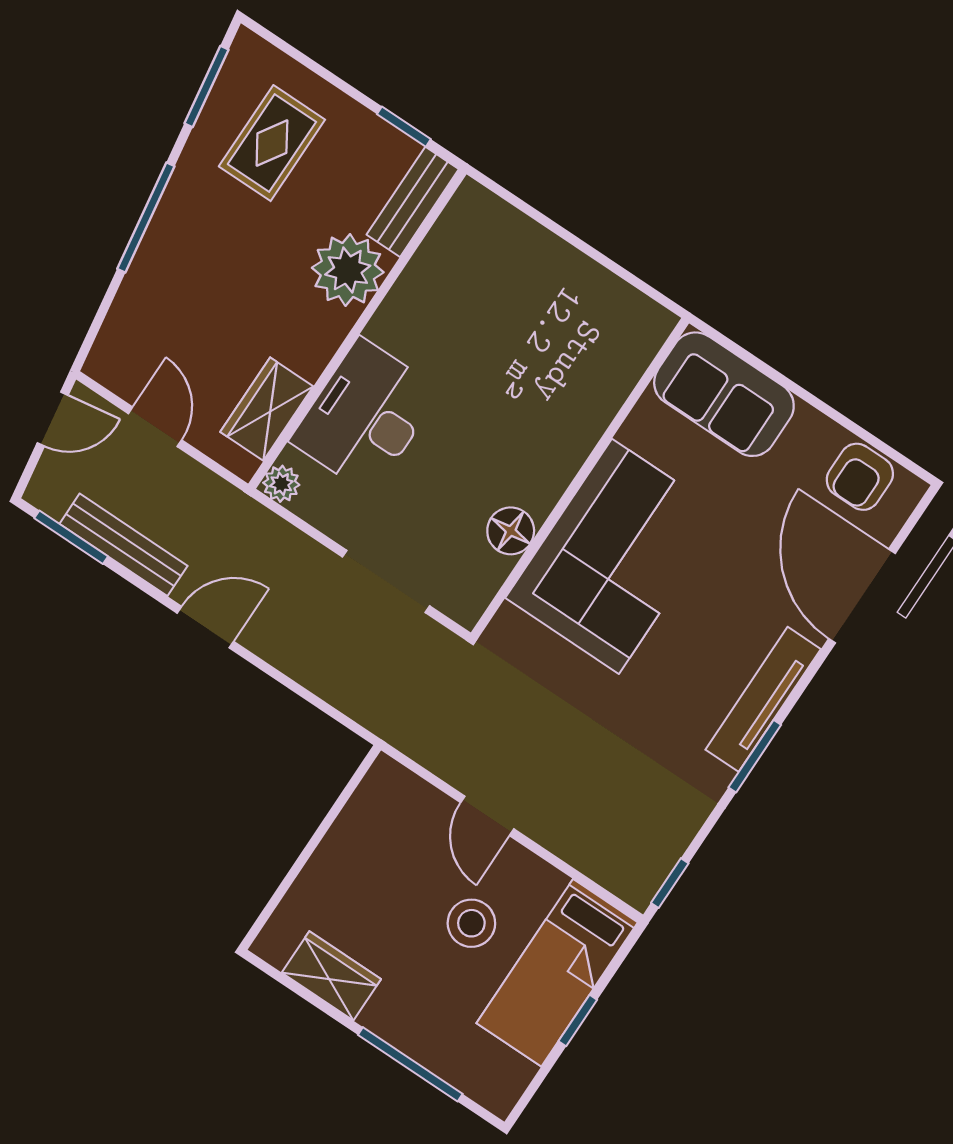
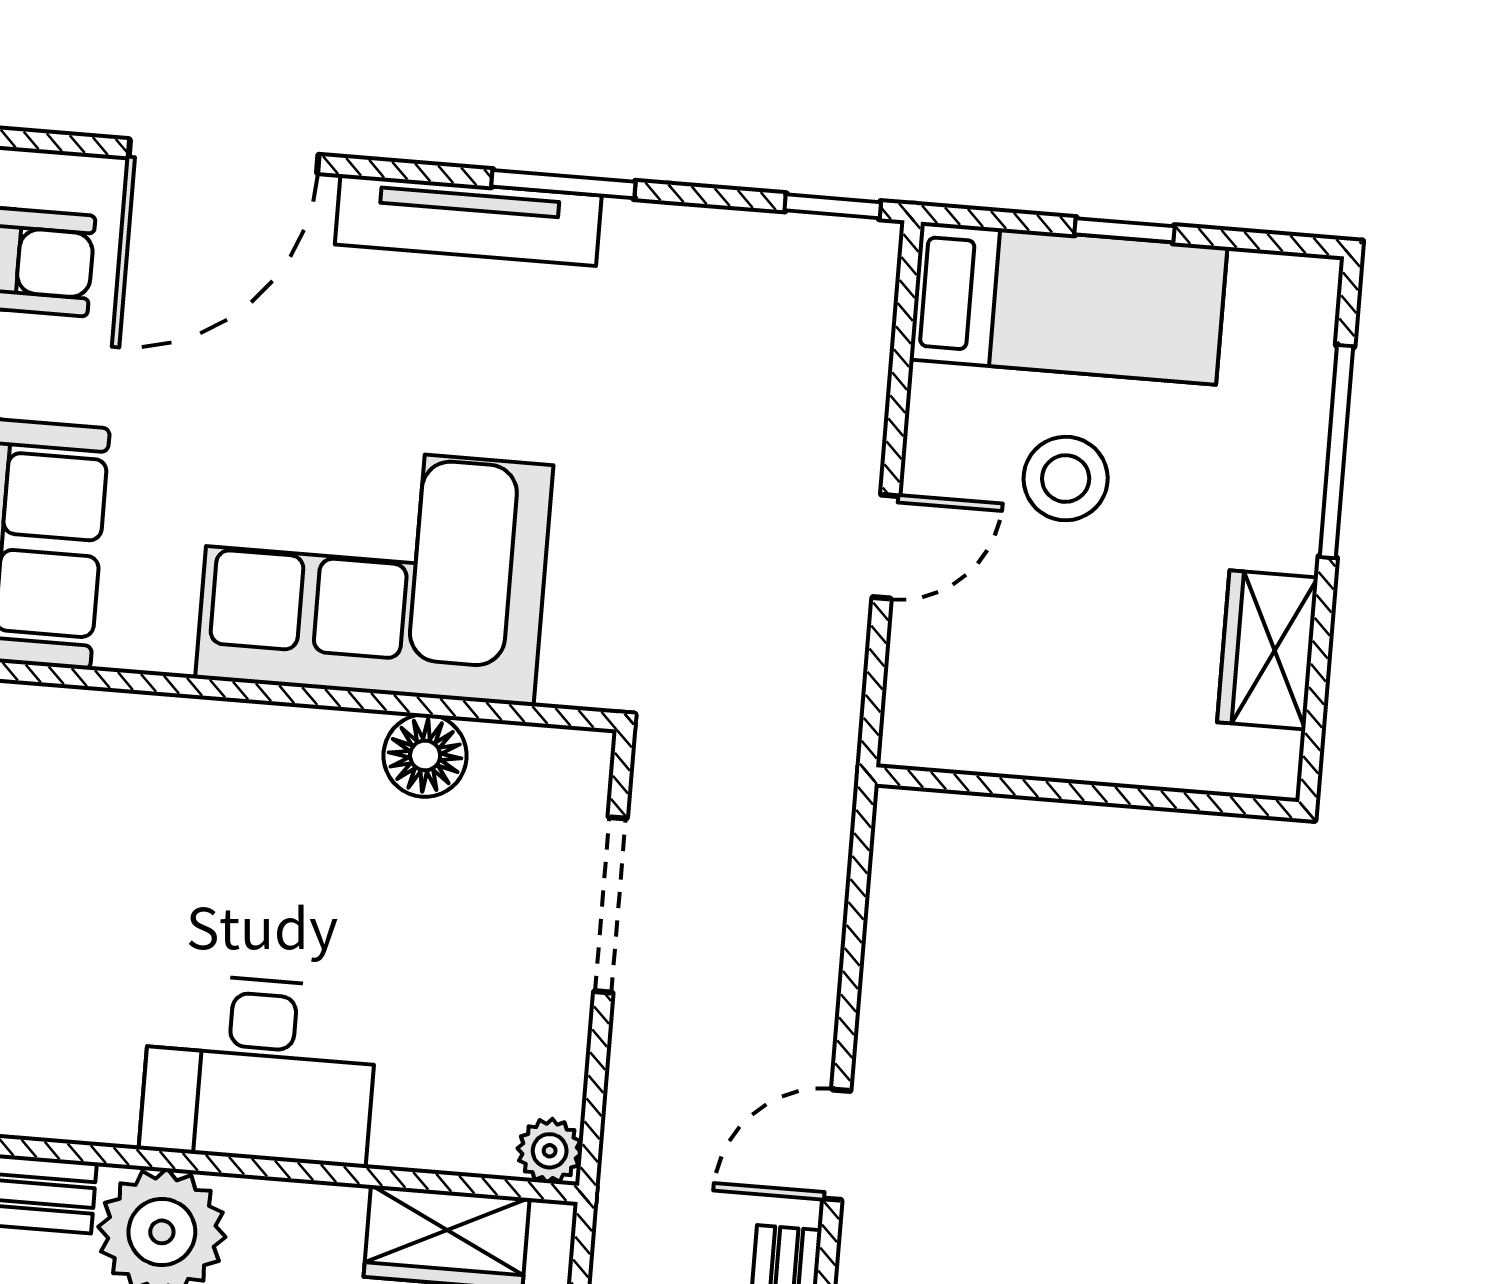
desk: (365, 416) -> (259, 1070), moved
door: (205, 627) -> (837, 1145), hinge flipped

